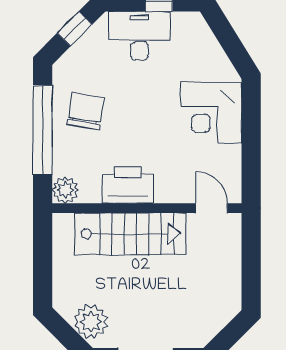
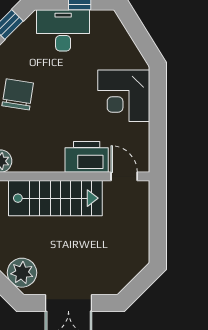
printer: (128, 185) -> (87, 157), moved

